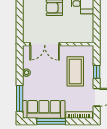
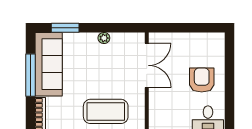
double door: (45, 44) -> (147, 65), swing flipped
window: (20, 98) -> (65, 28), width x0.69

